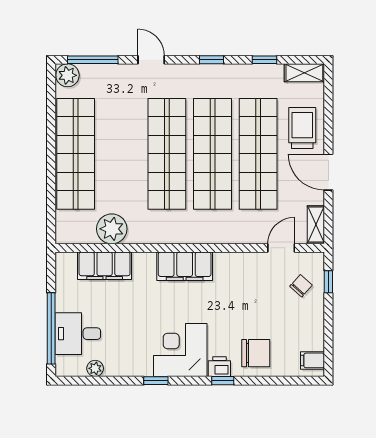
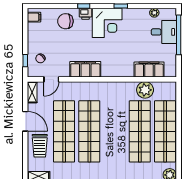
shop shelf: (167, 154) -> (140, 131), moved
filing cabinet: (185, 266) -> (85, 69), moved

